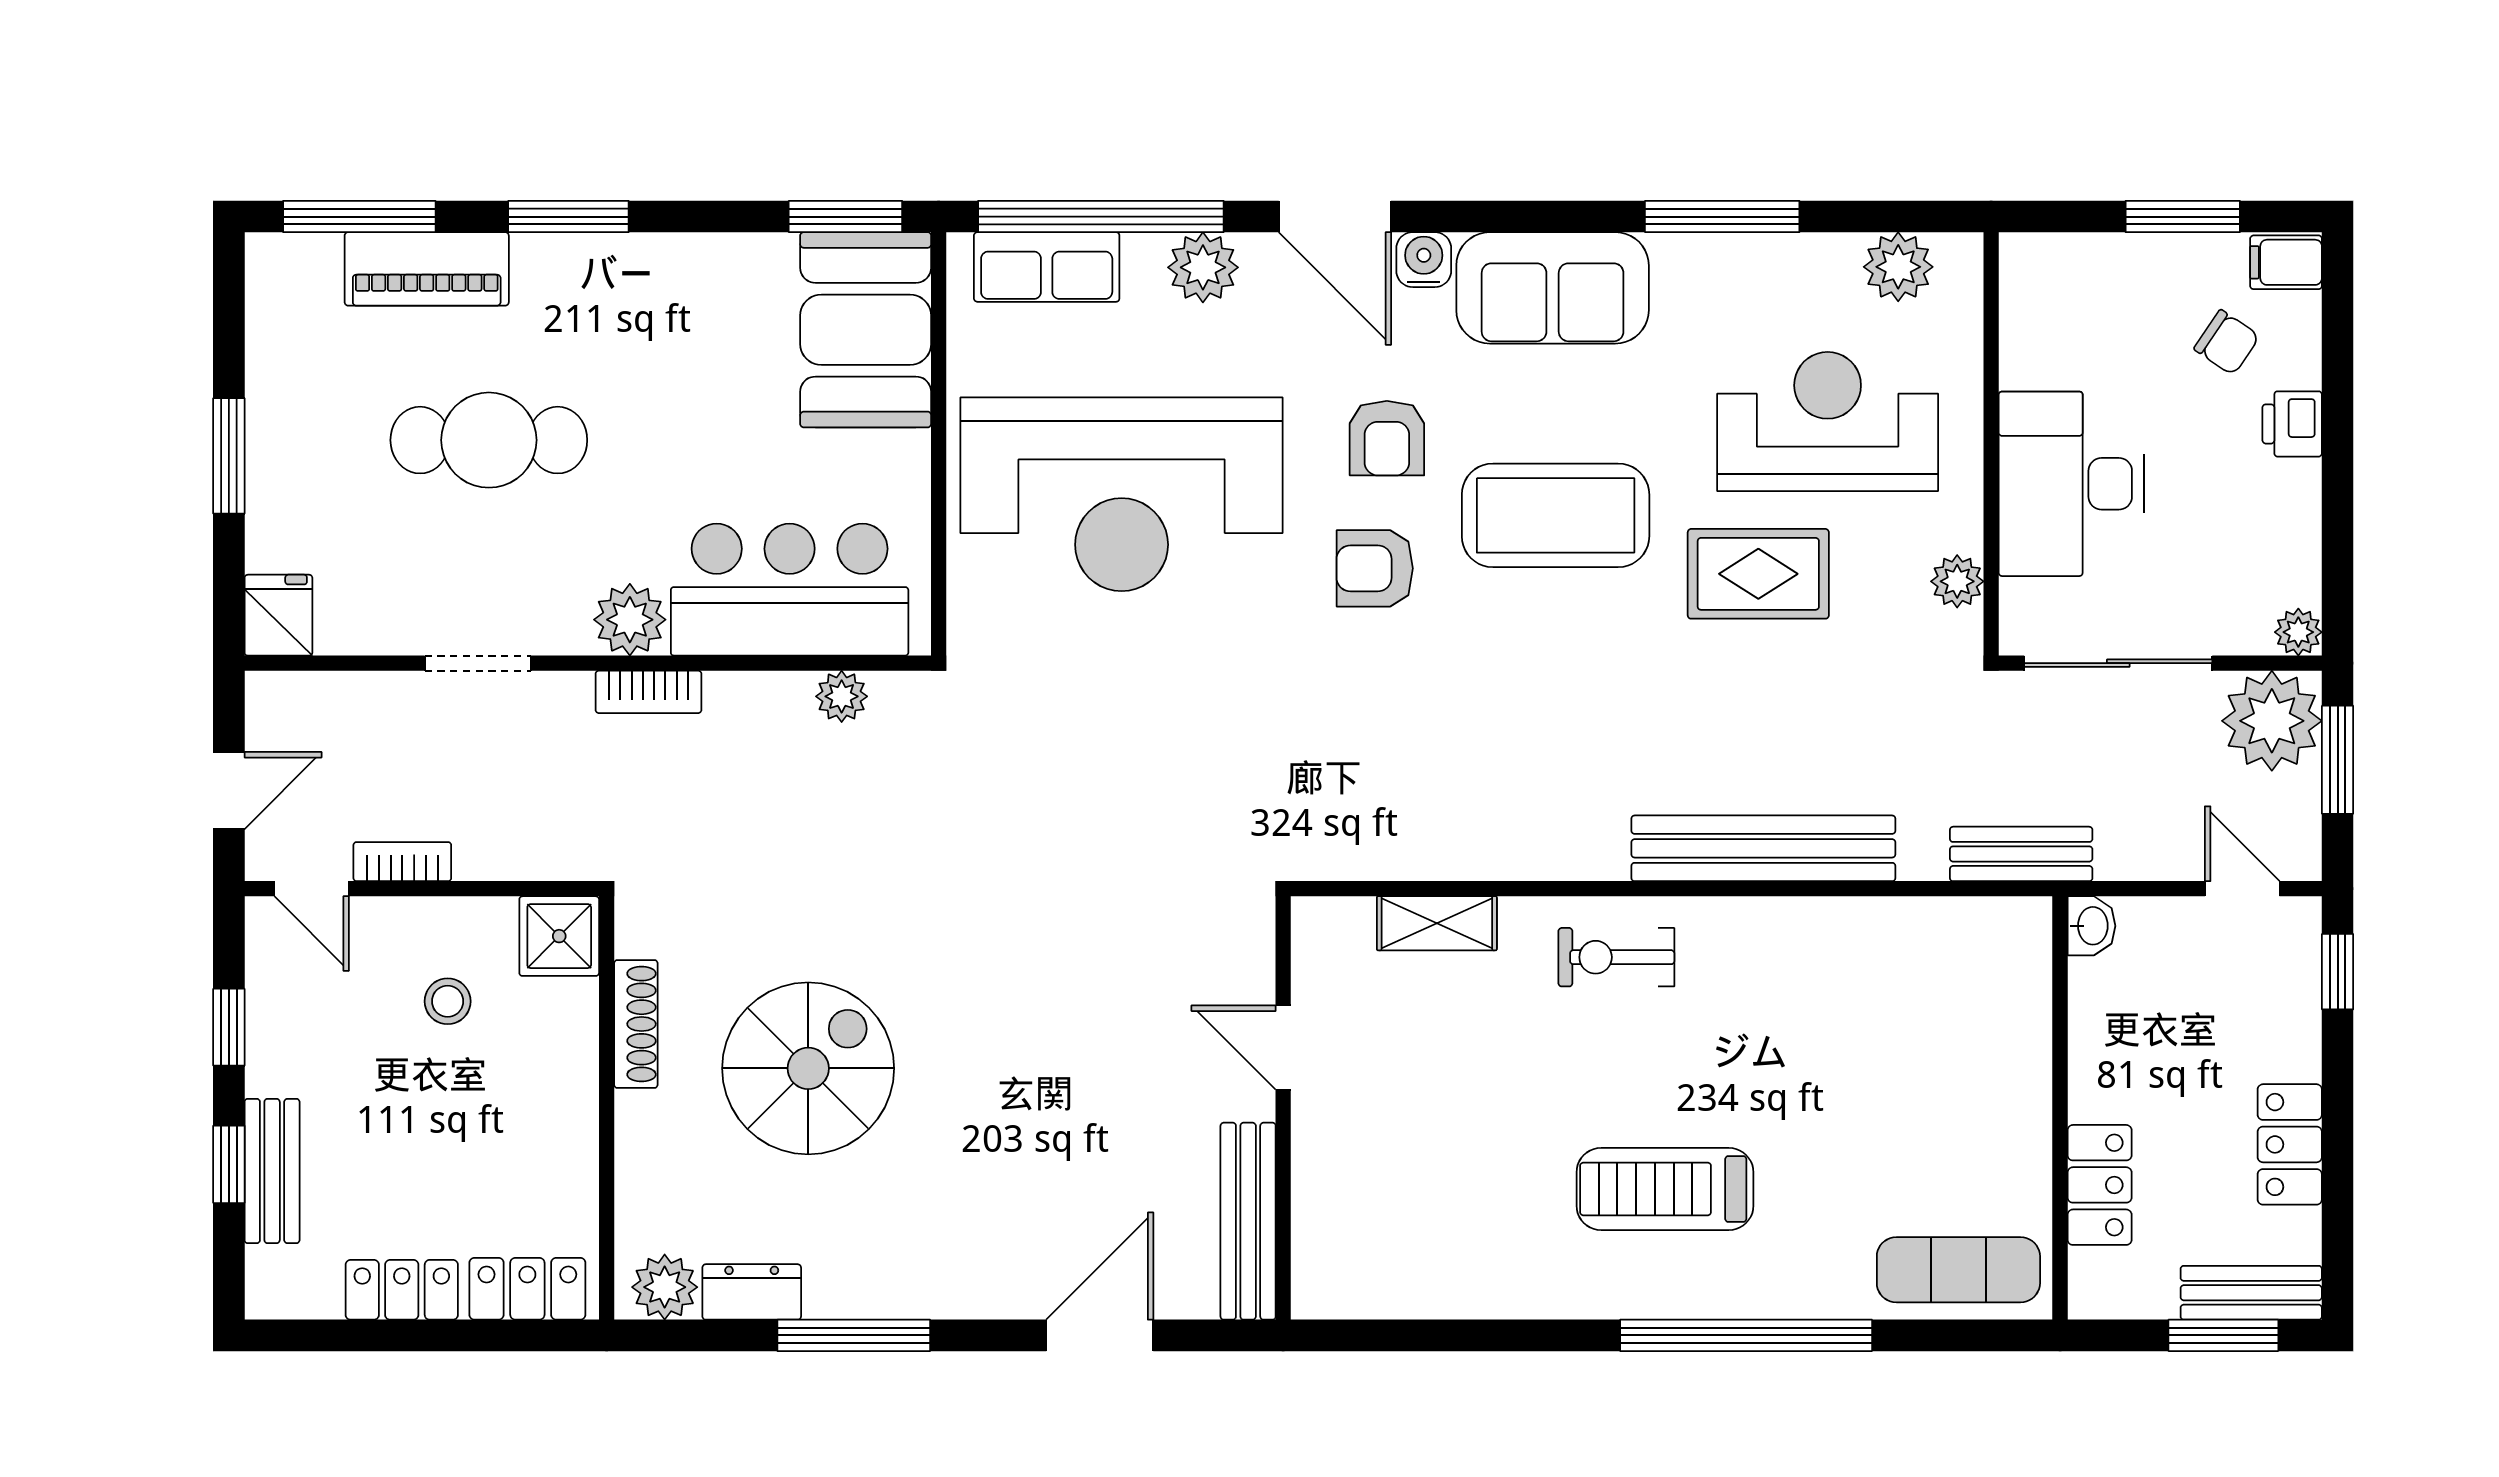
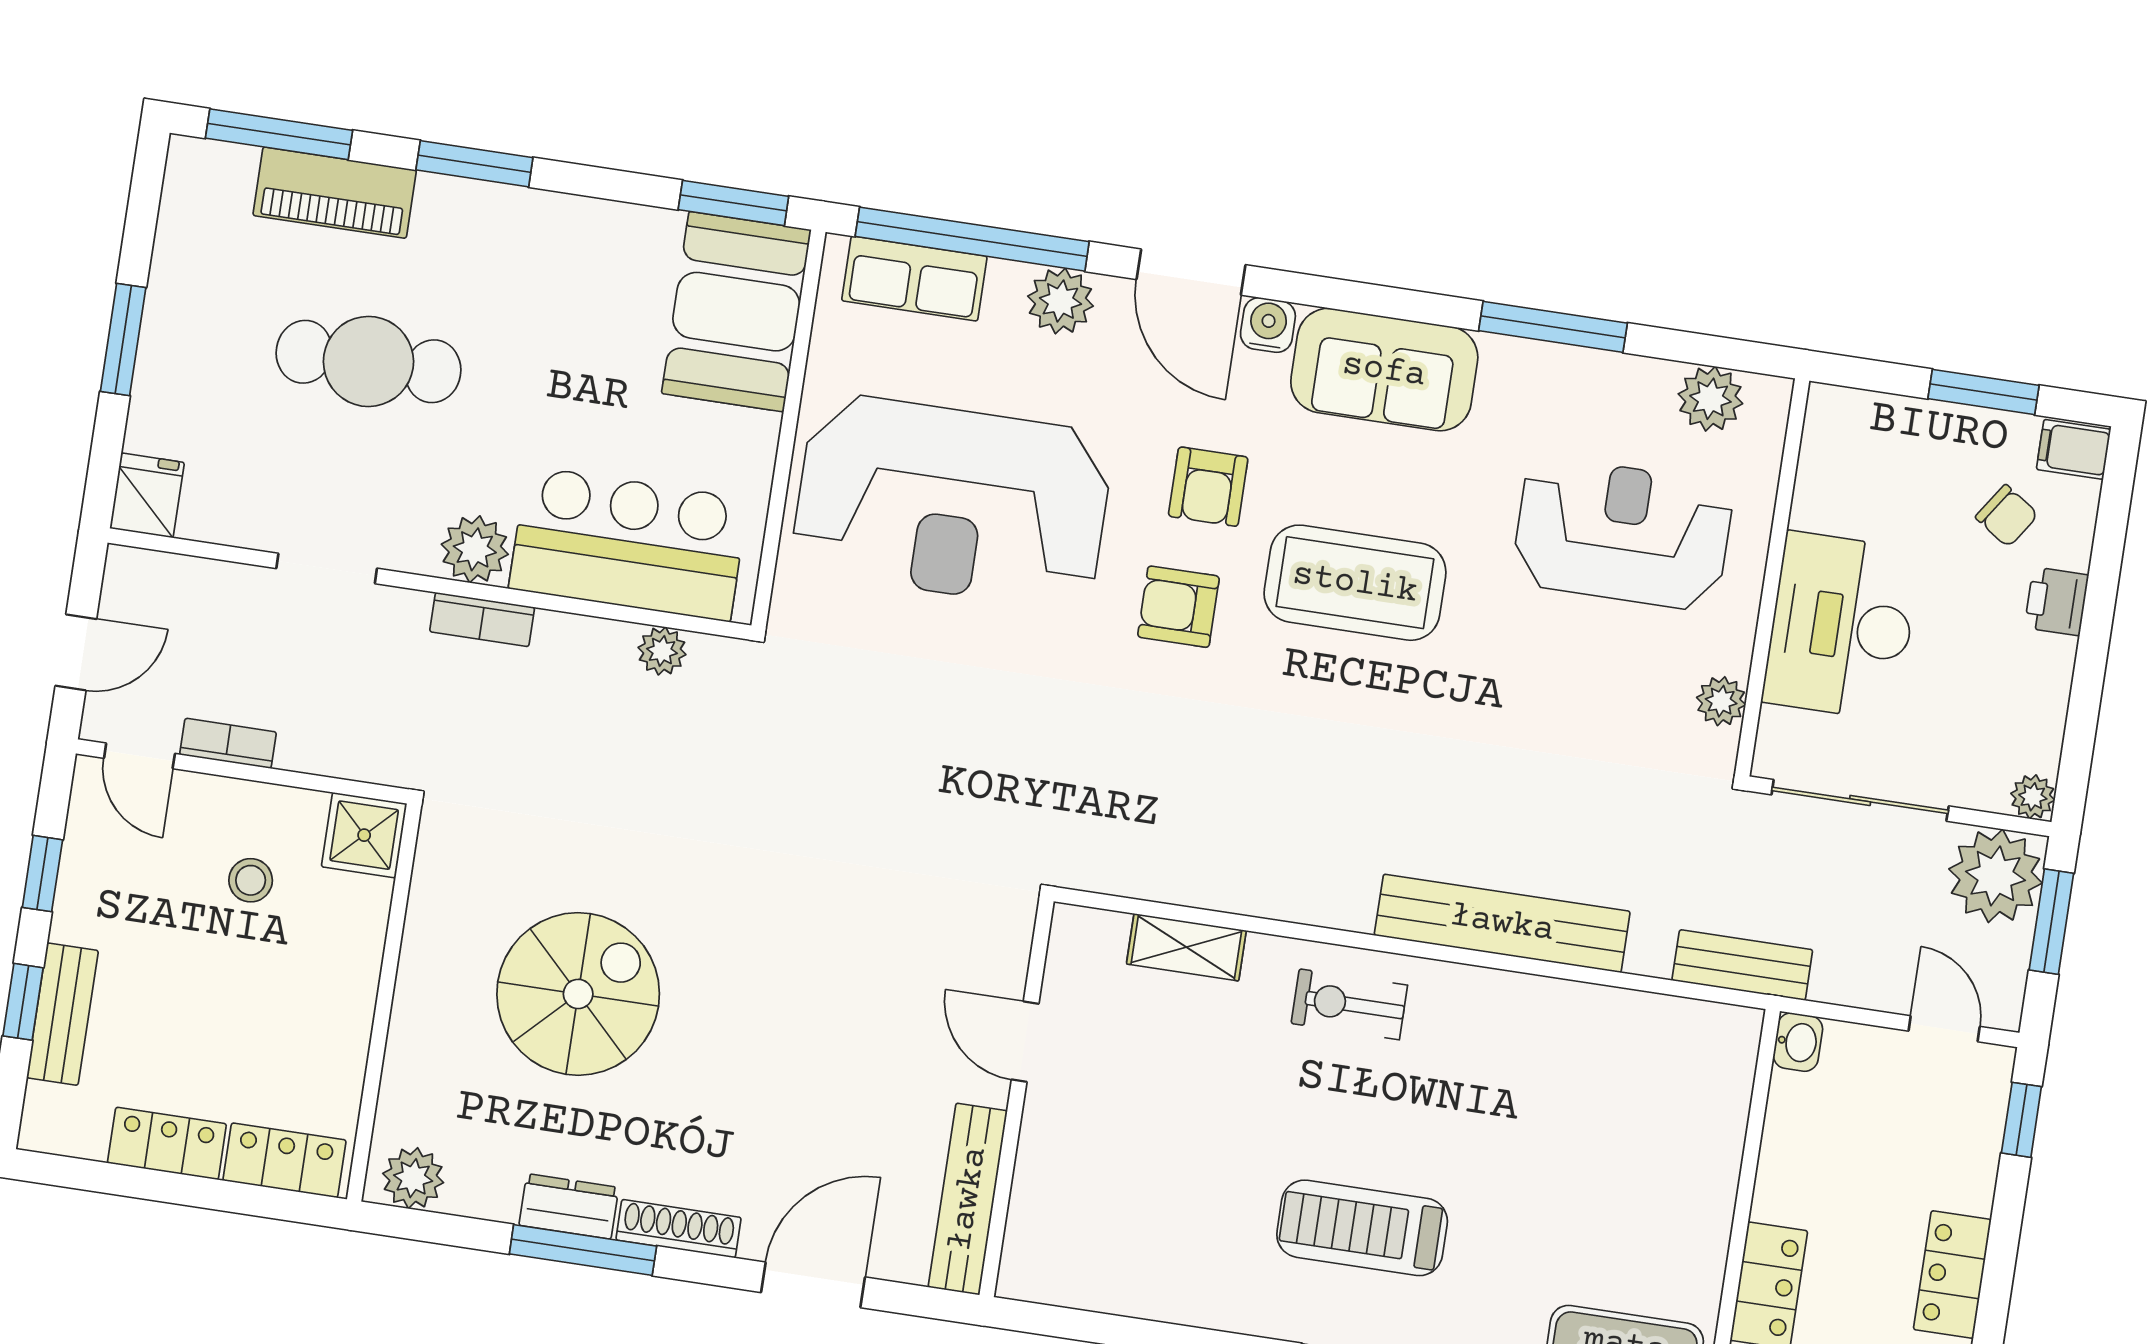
rug: (1758, 574) -> (1536, 666), removed
shoe rack: (636, 1024) -> (678, 1229), moved, turned -90
dresser: (752, 1292) -> (569, 1206), moved

